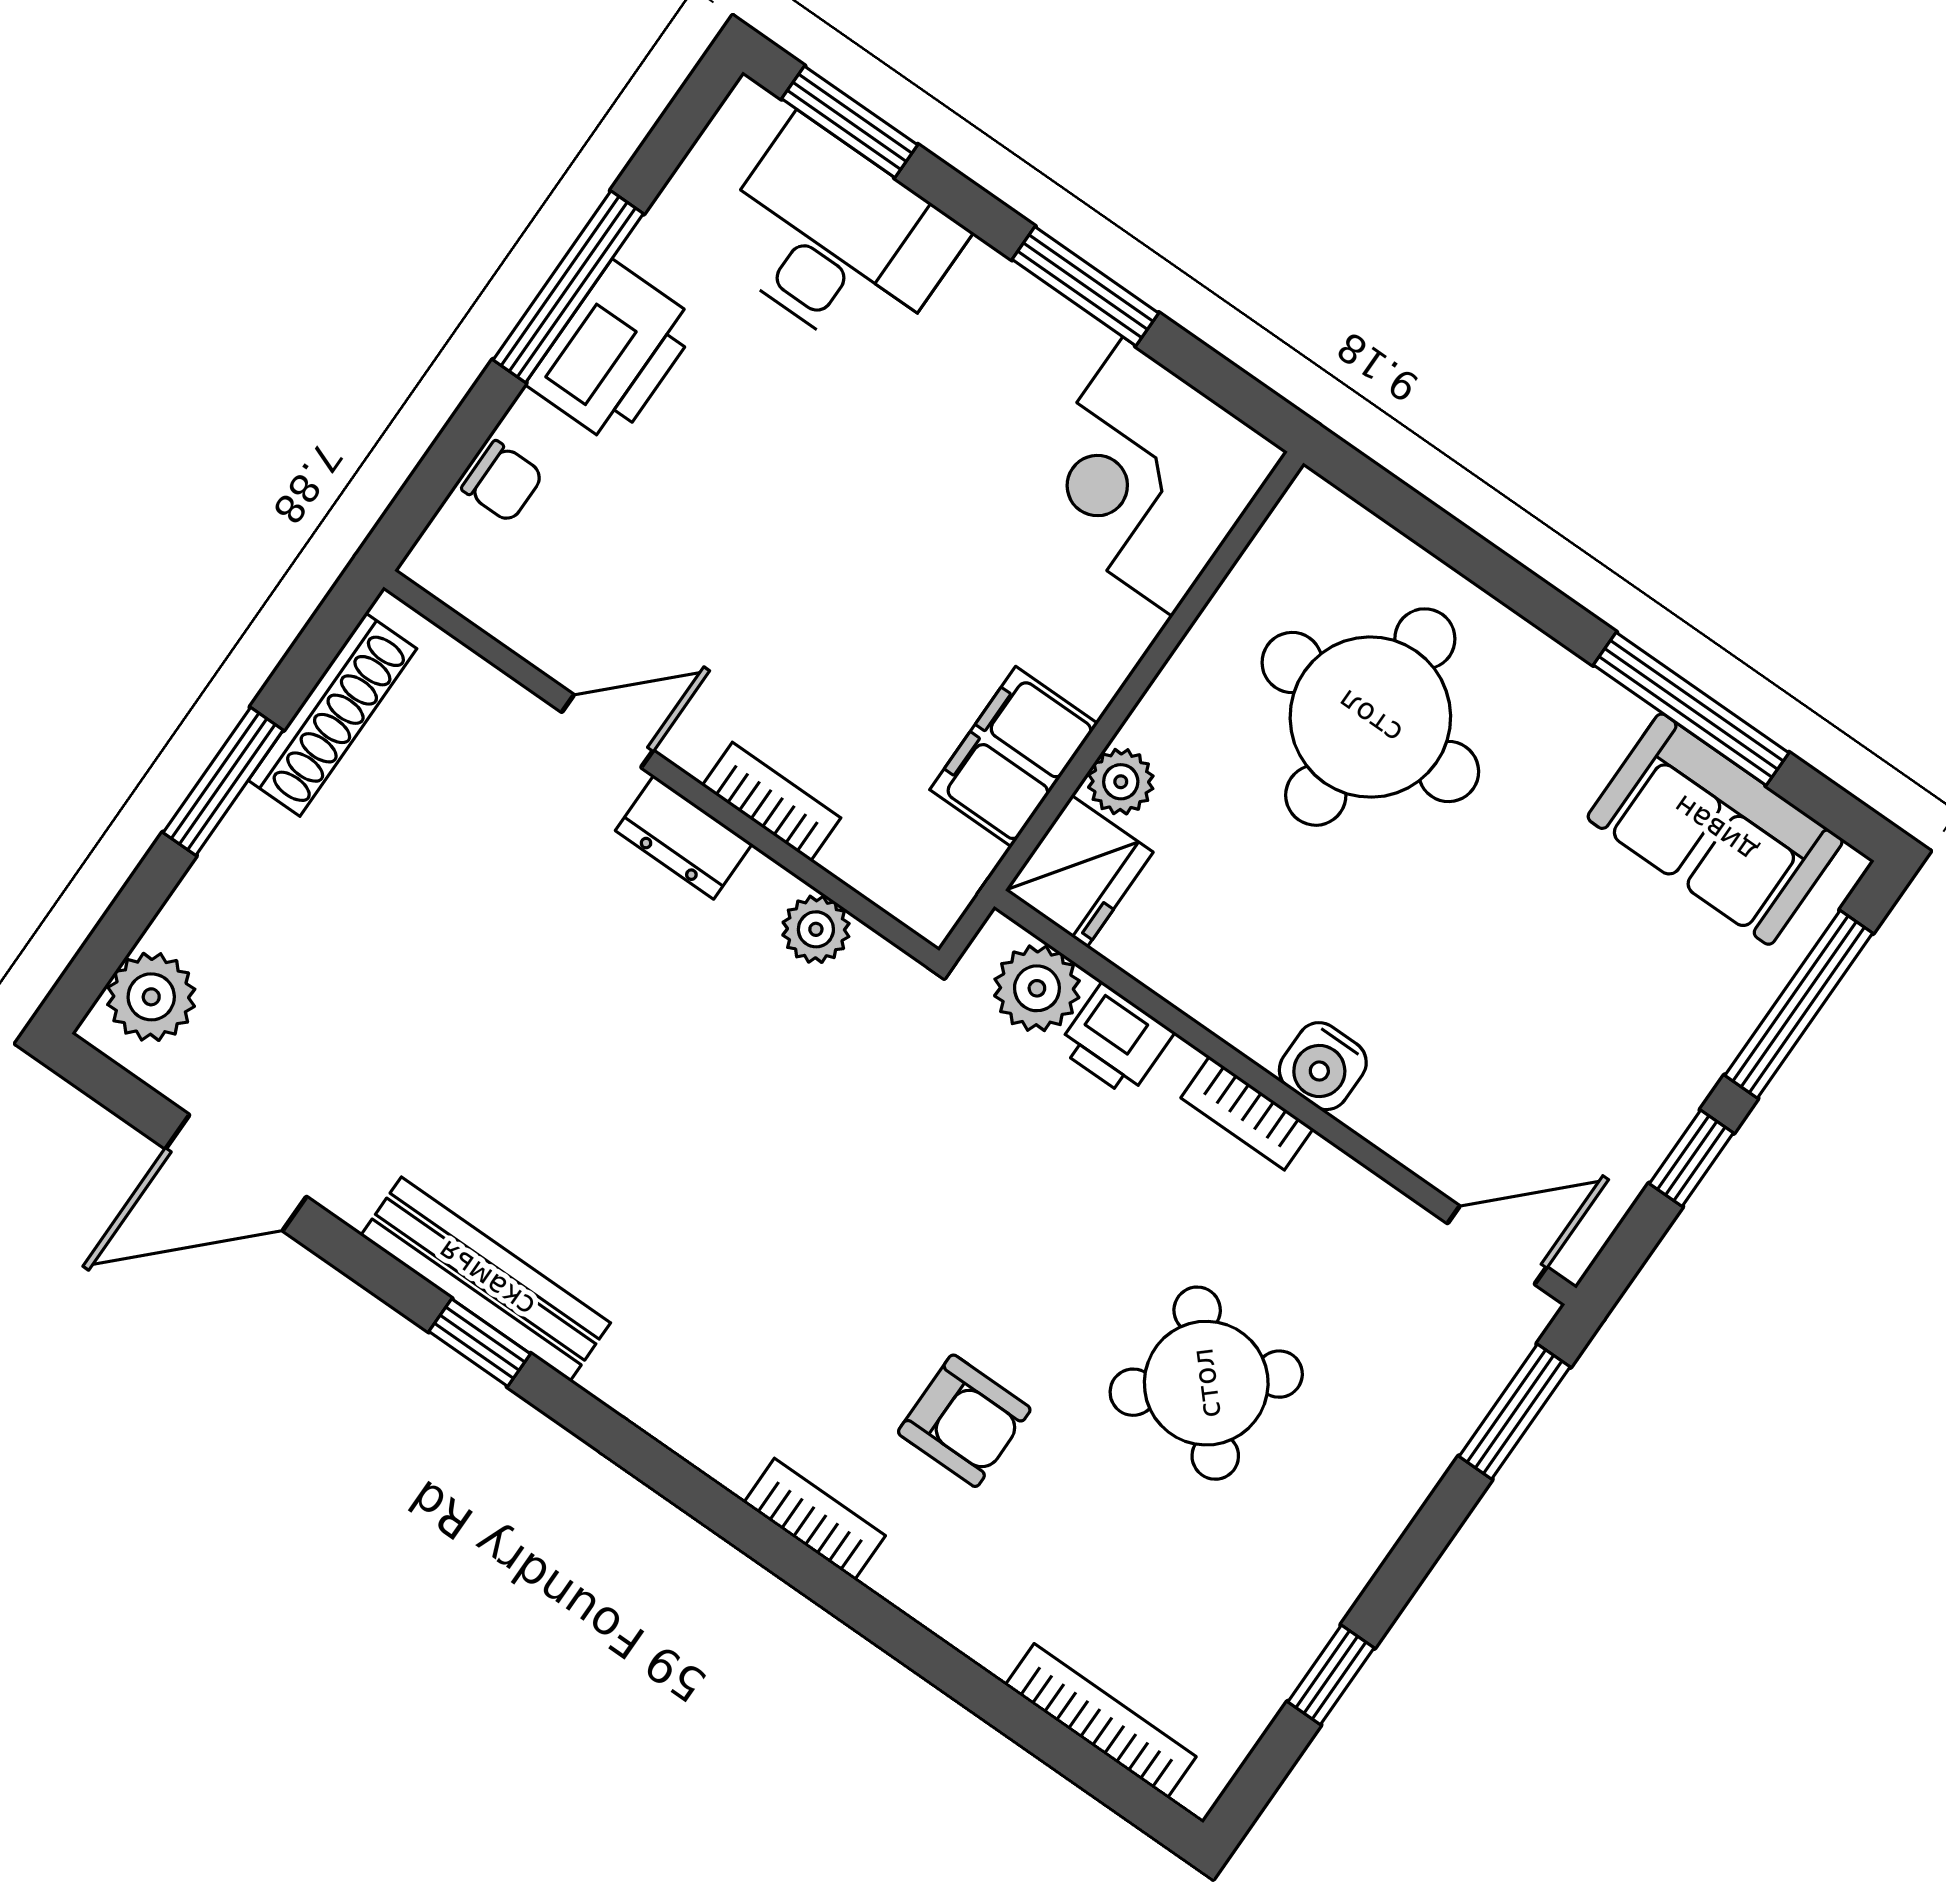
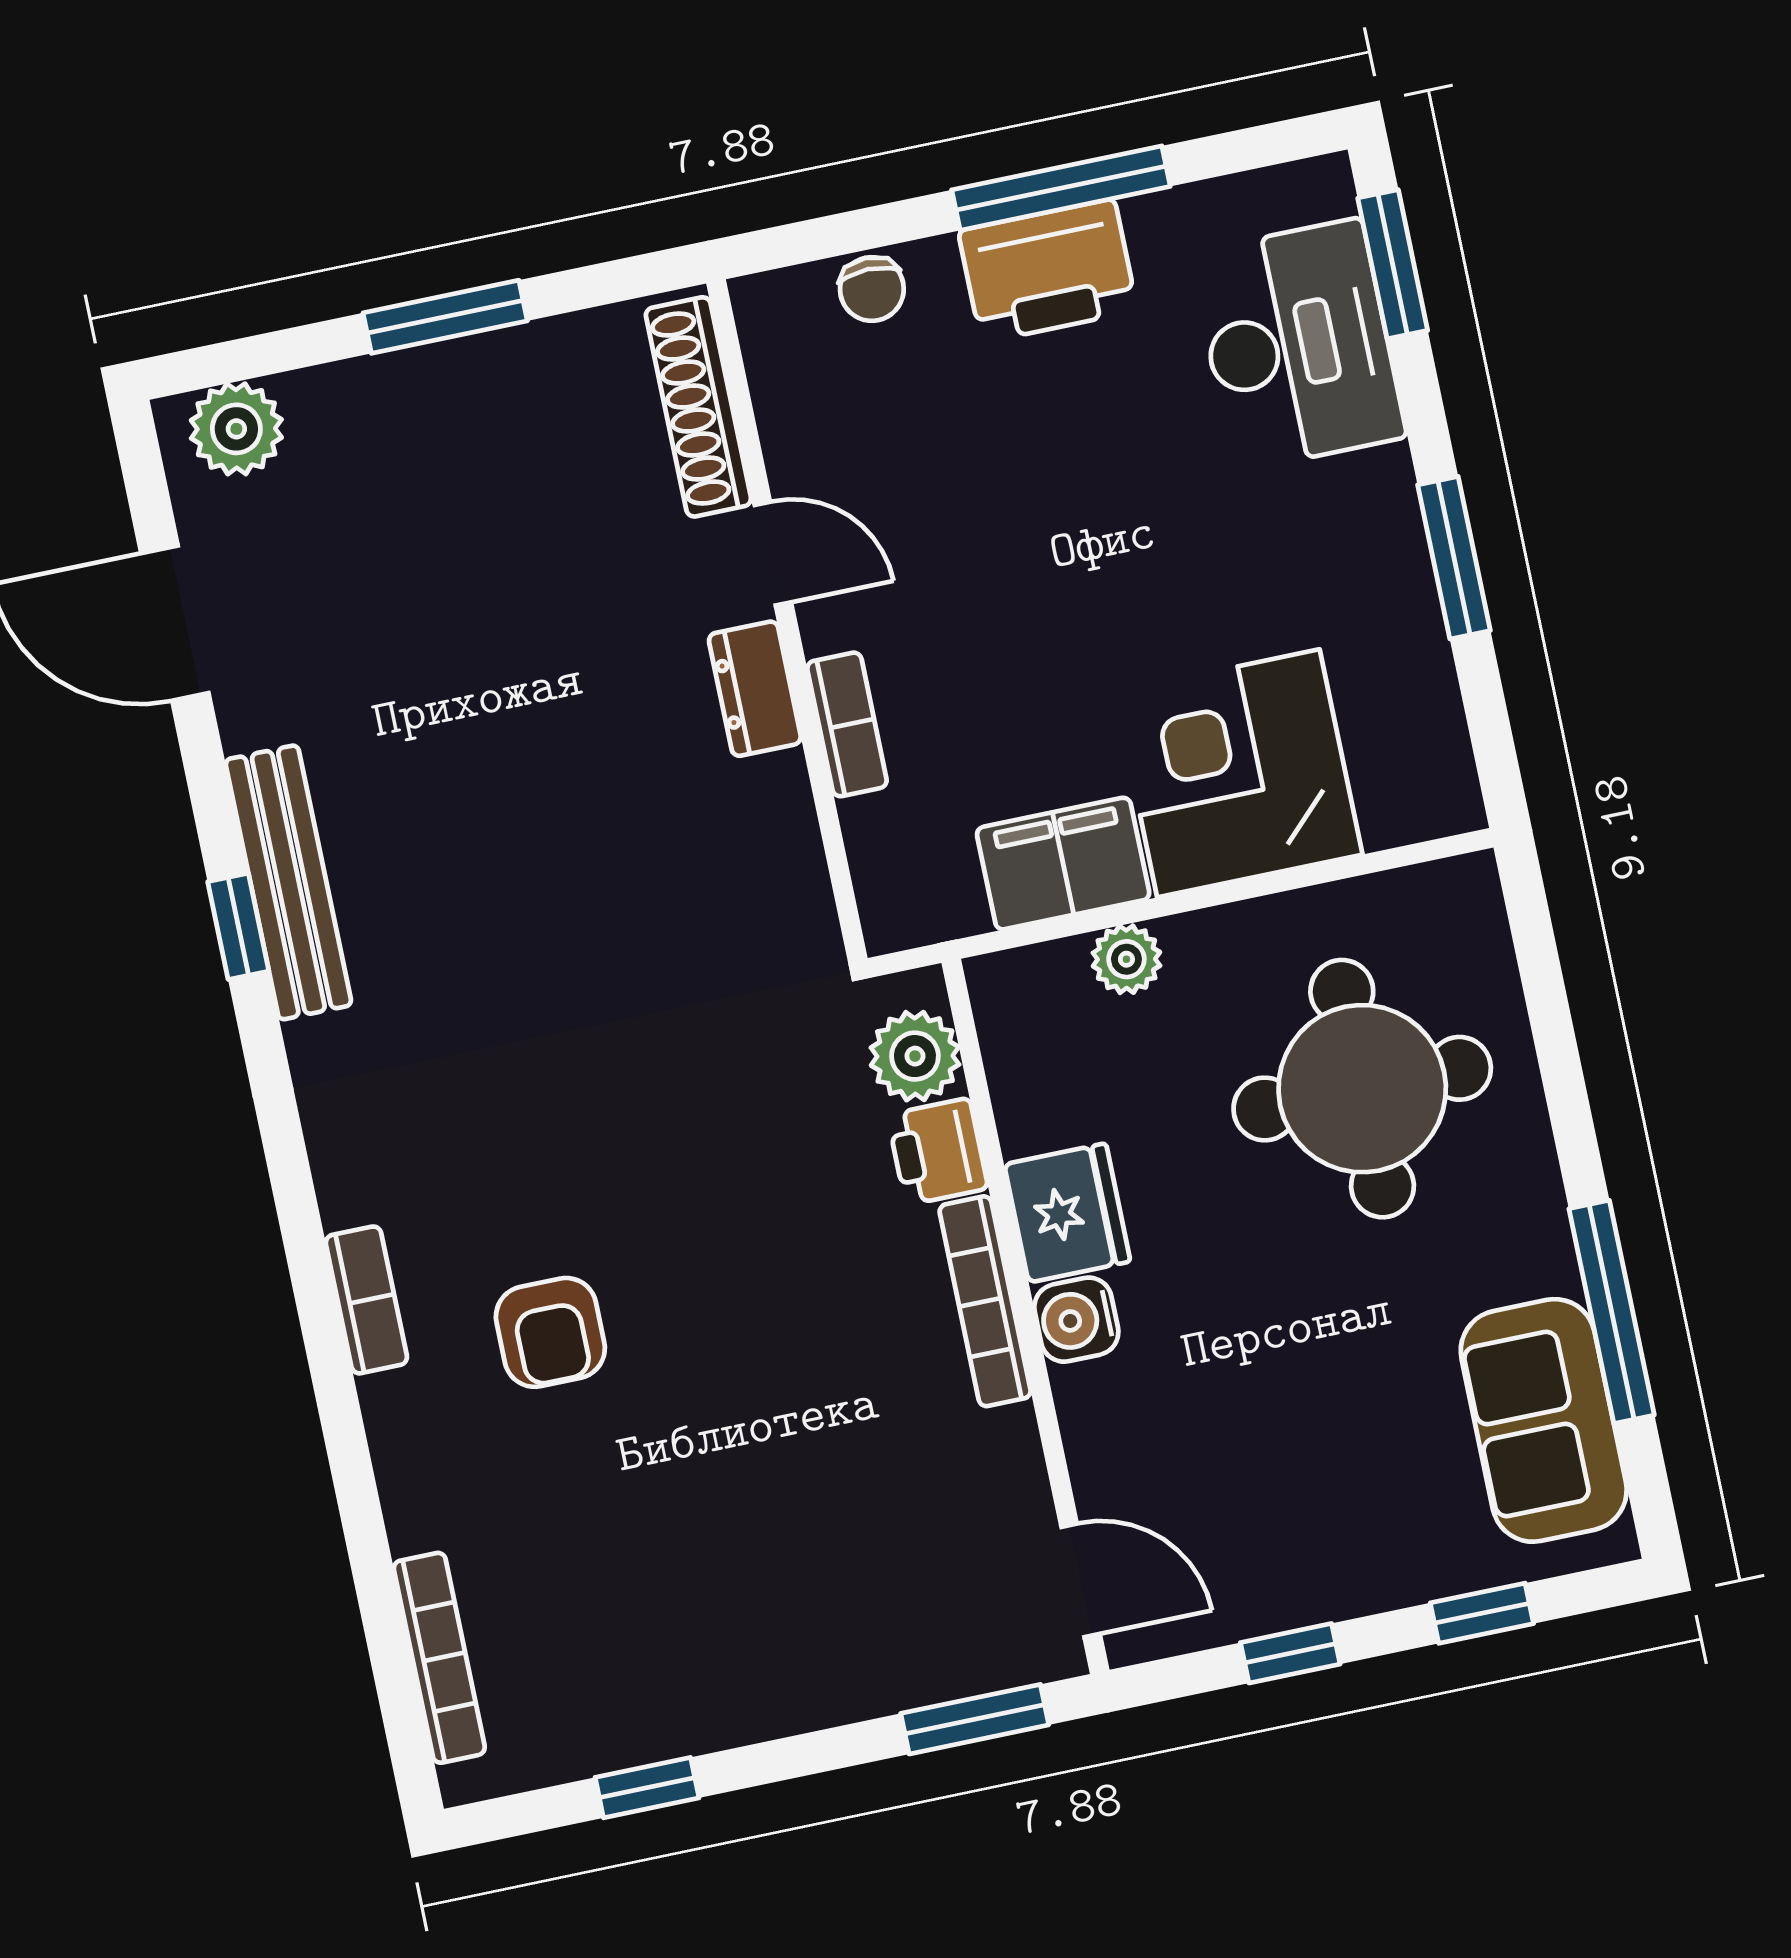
corner desk: (1148, 477) -> (1238, 773), moved
shoe rack: (333, 715) -> (698, 407), moved, turned 90
fridge: (1079, 871) -> (1067, 1213), moved, turned -90
plant: (816, 929) -> (789, 853), removed
window: (1799, 1004) -> (1482, 1613), width x0.46
bookcase: (1247, 1113) -> (985, 1301), width x1.56
round table: (1206, 1383) -> (761, 1477), removed

